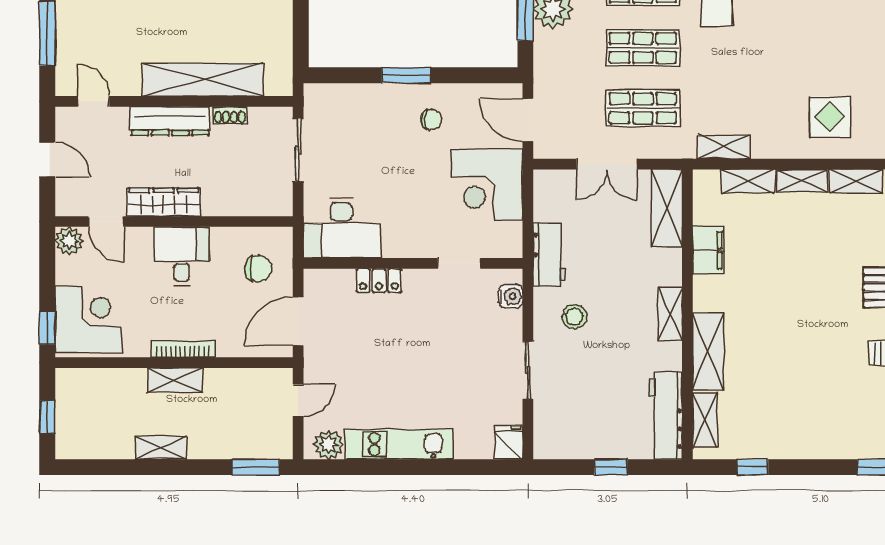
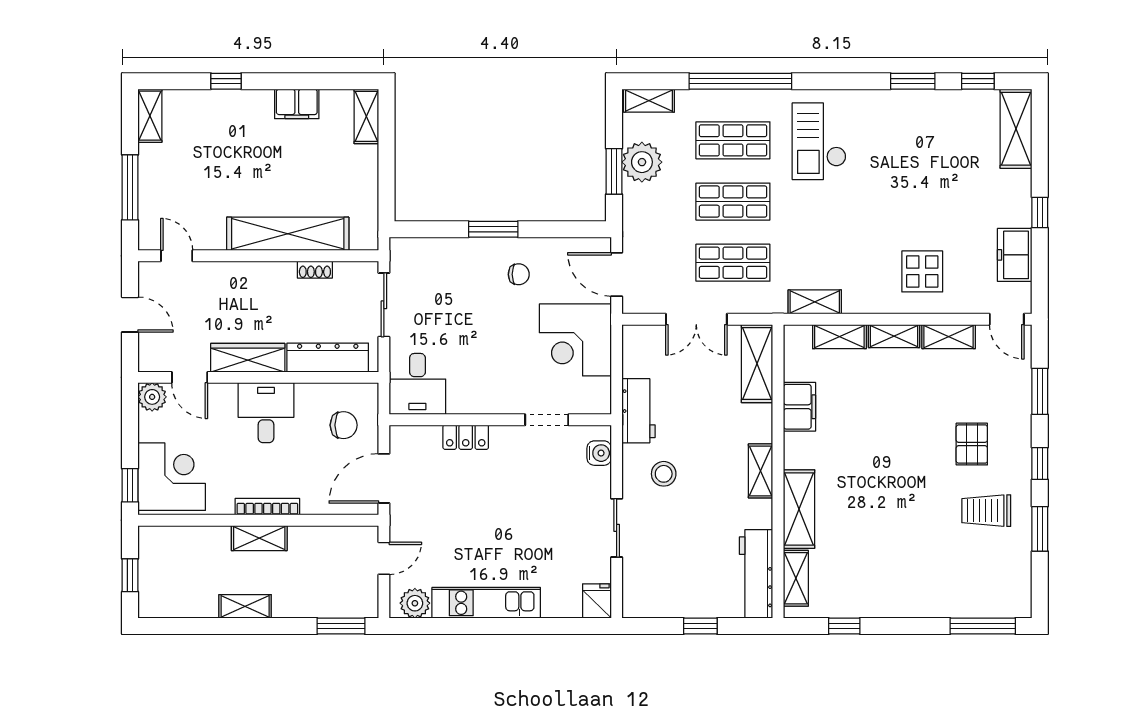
dresser: (170, 121) -> (328, 358), moved, turned 180
desk: (342, 228) -> (417, 384), width x0.73

